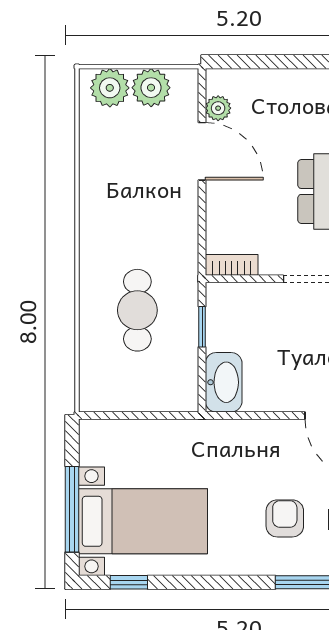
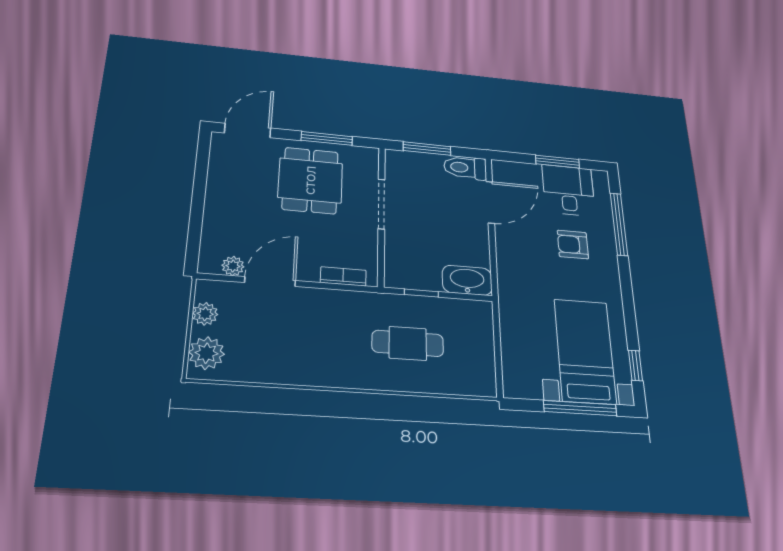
plant: (151, 88) -> (205, 314), width x0.73, depth x0.73
bookcase: (232, 265) -> (343, 276), moved, turned 90

